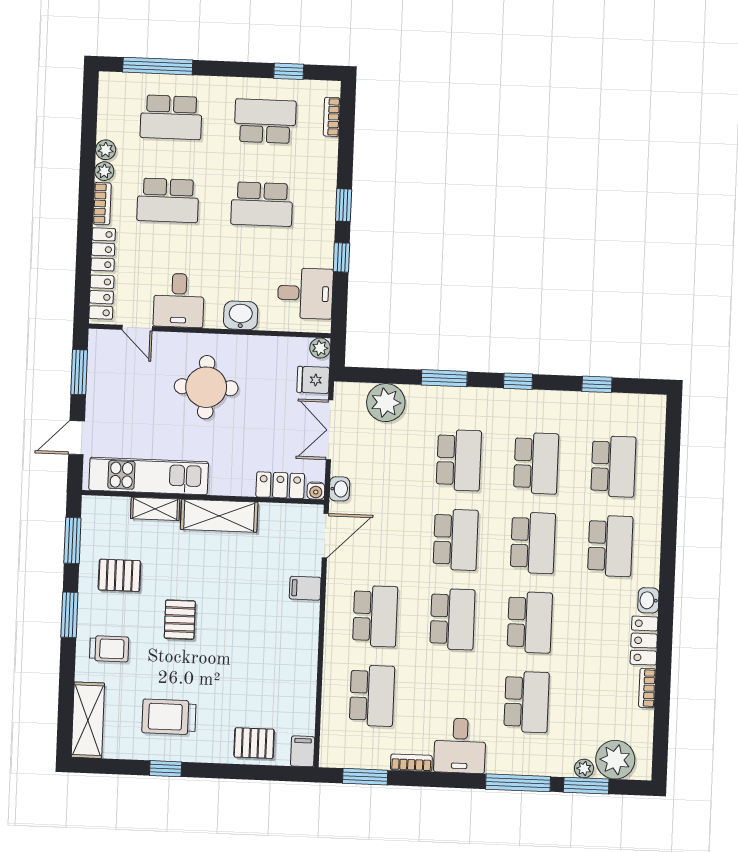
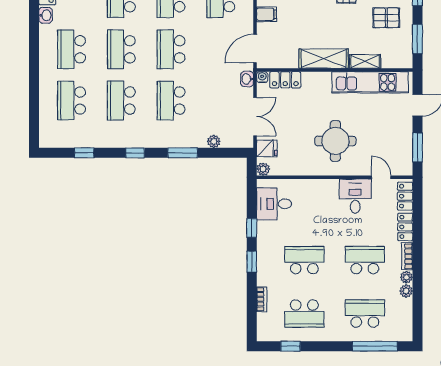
bookcase: (332, 117) -> (262, 299), moved
washbasin: (241, 315) -> (315, 188), removed
plant: (386, 403) -> (214, 141), width x0.53, depth x0.53

